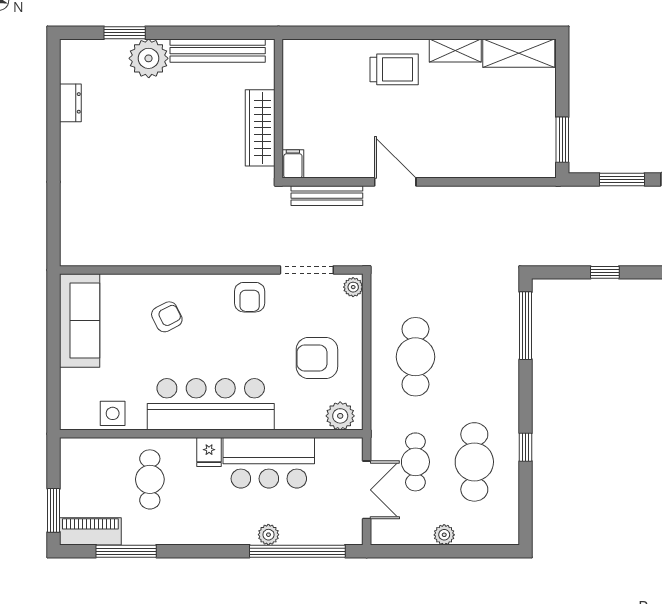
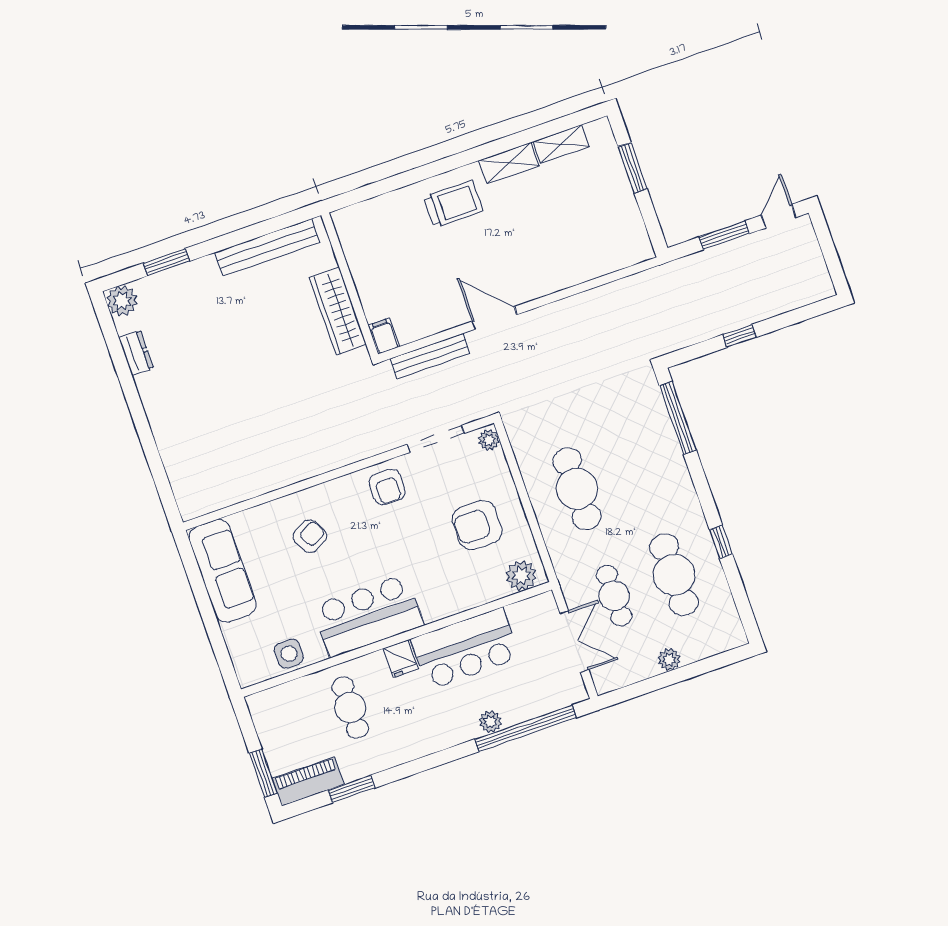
shelving: (519, 53) -> (561, 144), width x0.67, depth x0.75
plant: (149, 58) -> (122, 301), moved, width x0.73, depth x0.73
window: (562, 140) -> (633, 168), moved
bar counter: (211, 404) -> (368, 616), width x0.73
window: (126, 551) -> (351, 789), width x0.69

